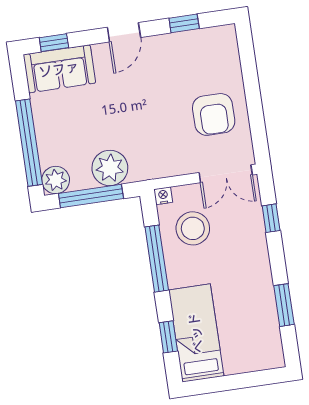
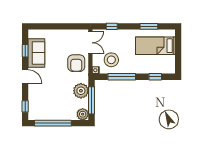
sofa: (59, 69) -> (36, 53), moved
armchair: (214, 114) -> (76, 63), moved, turned 90
window: (29, 143) -> (53, 123), moved
bed: (196, 333) -> (155, 46), moved

